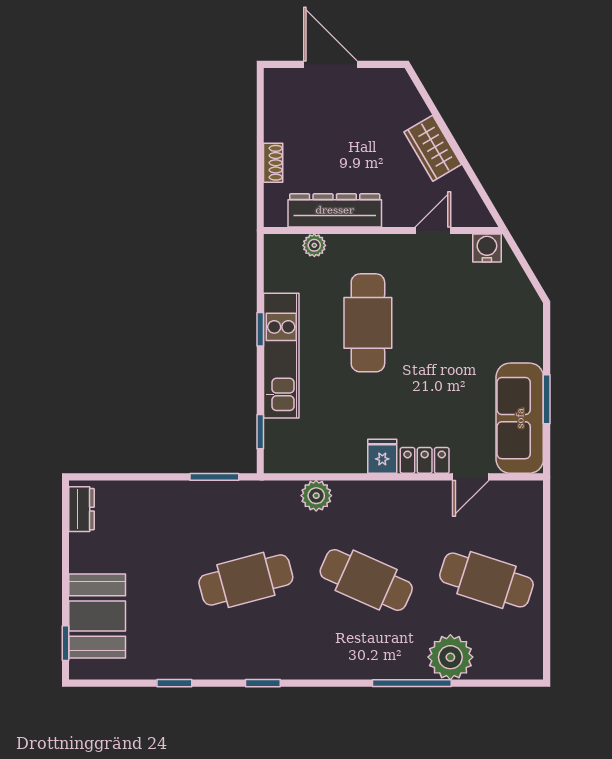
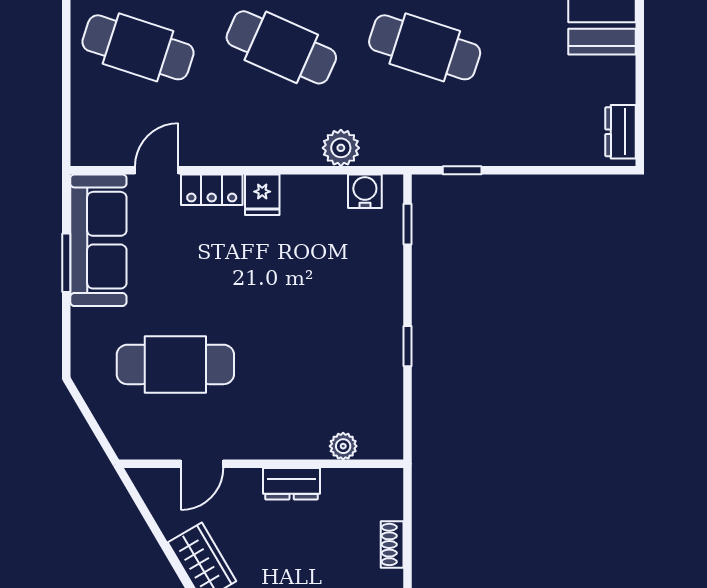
dresser: (335, 210) -> (292, 484), width x0.51, depth x0.80
water cooler: (487, 248) -> (365, 191), moved, turned 180
cafe table: (368, 323) -> (175, 364), moved, turned 90
kitchen unit: (281, 356) -> (383, 315), removed
window: (214, 477) -> (462, 170), width x0.67
cafe table: (246, 580) -> (425, 47), turned 33

